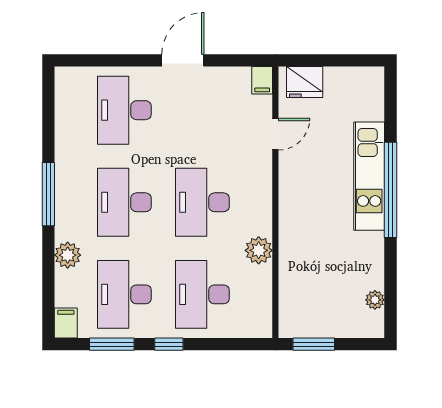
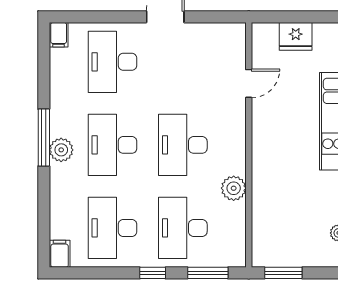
filing cabinet: (262, 80) -> (59, 35), moved
fridge: (305, 82) -> (296, 36), moved
plant: (68, 255) -> (61, 150), moved
window: (112, 344) -> (208, 273), moved

